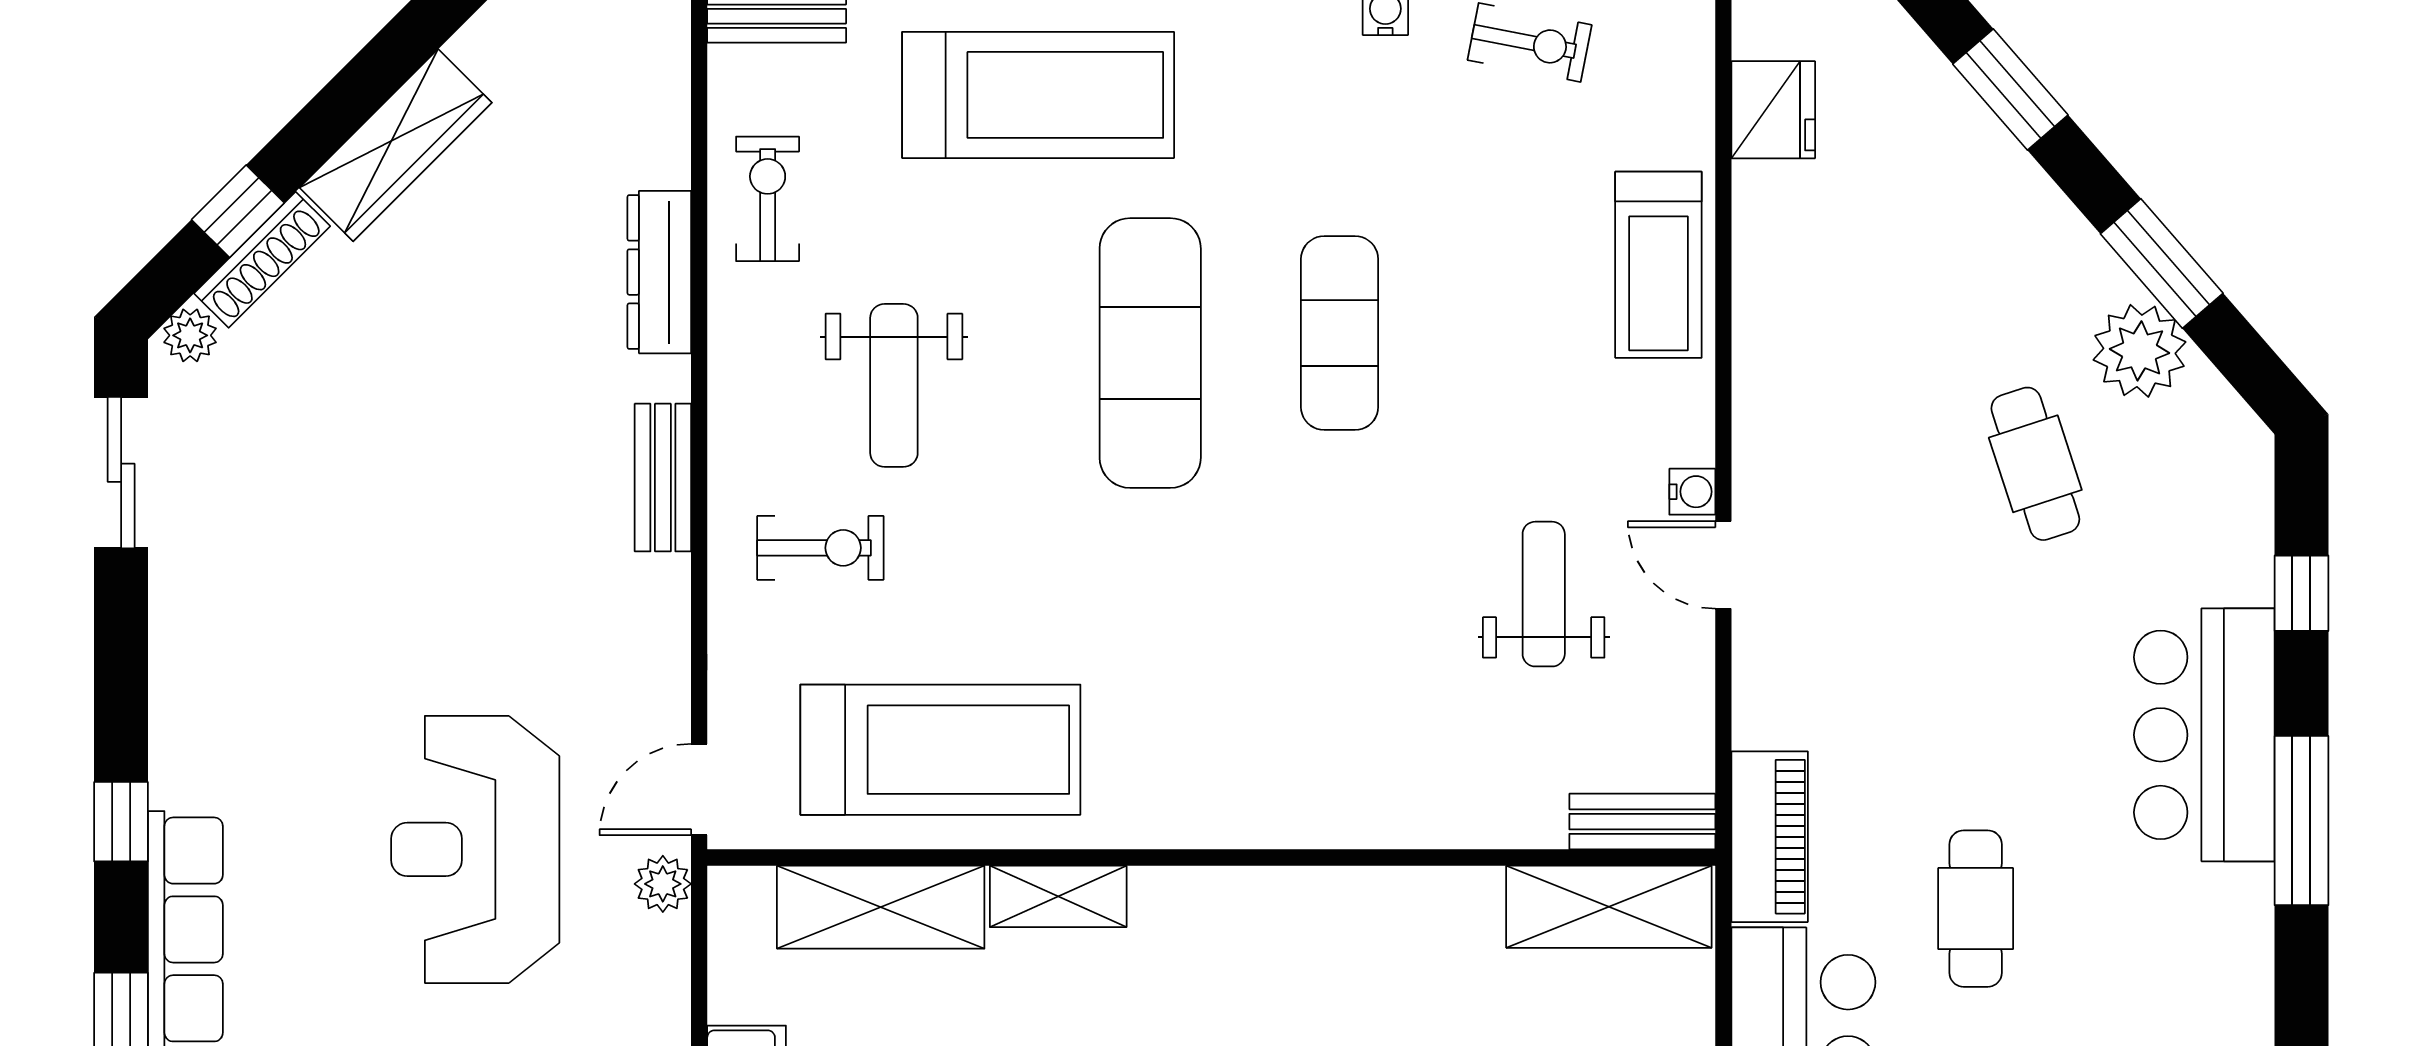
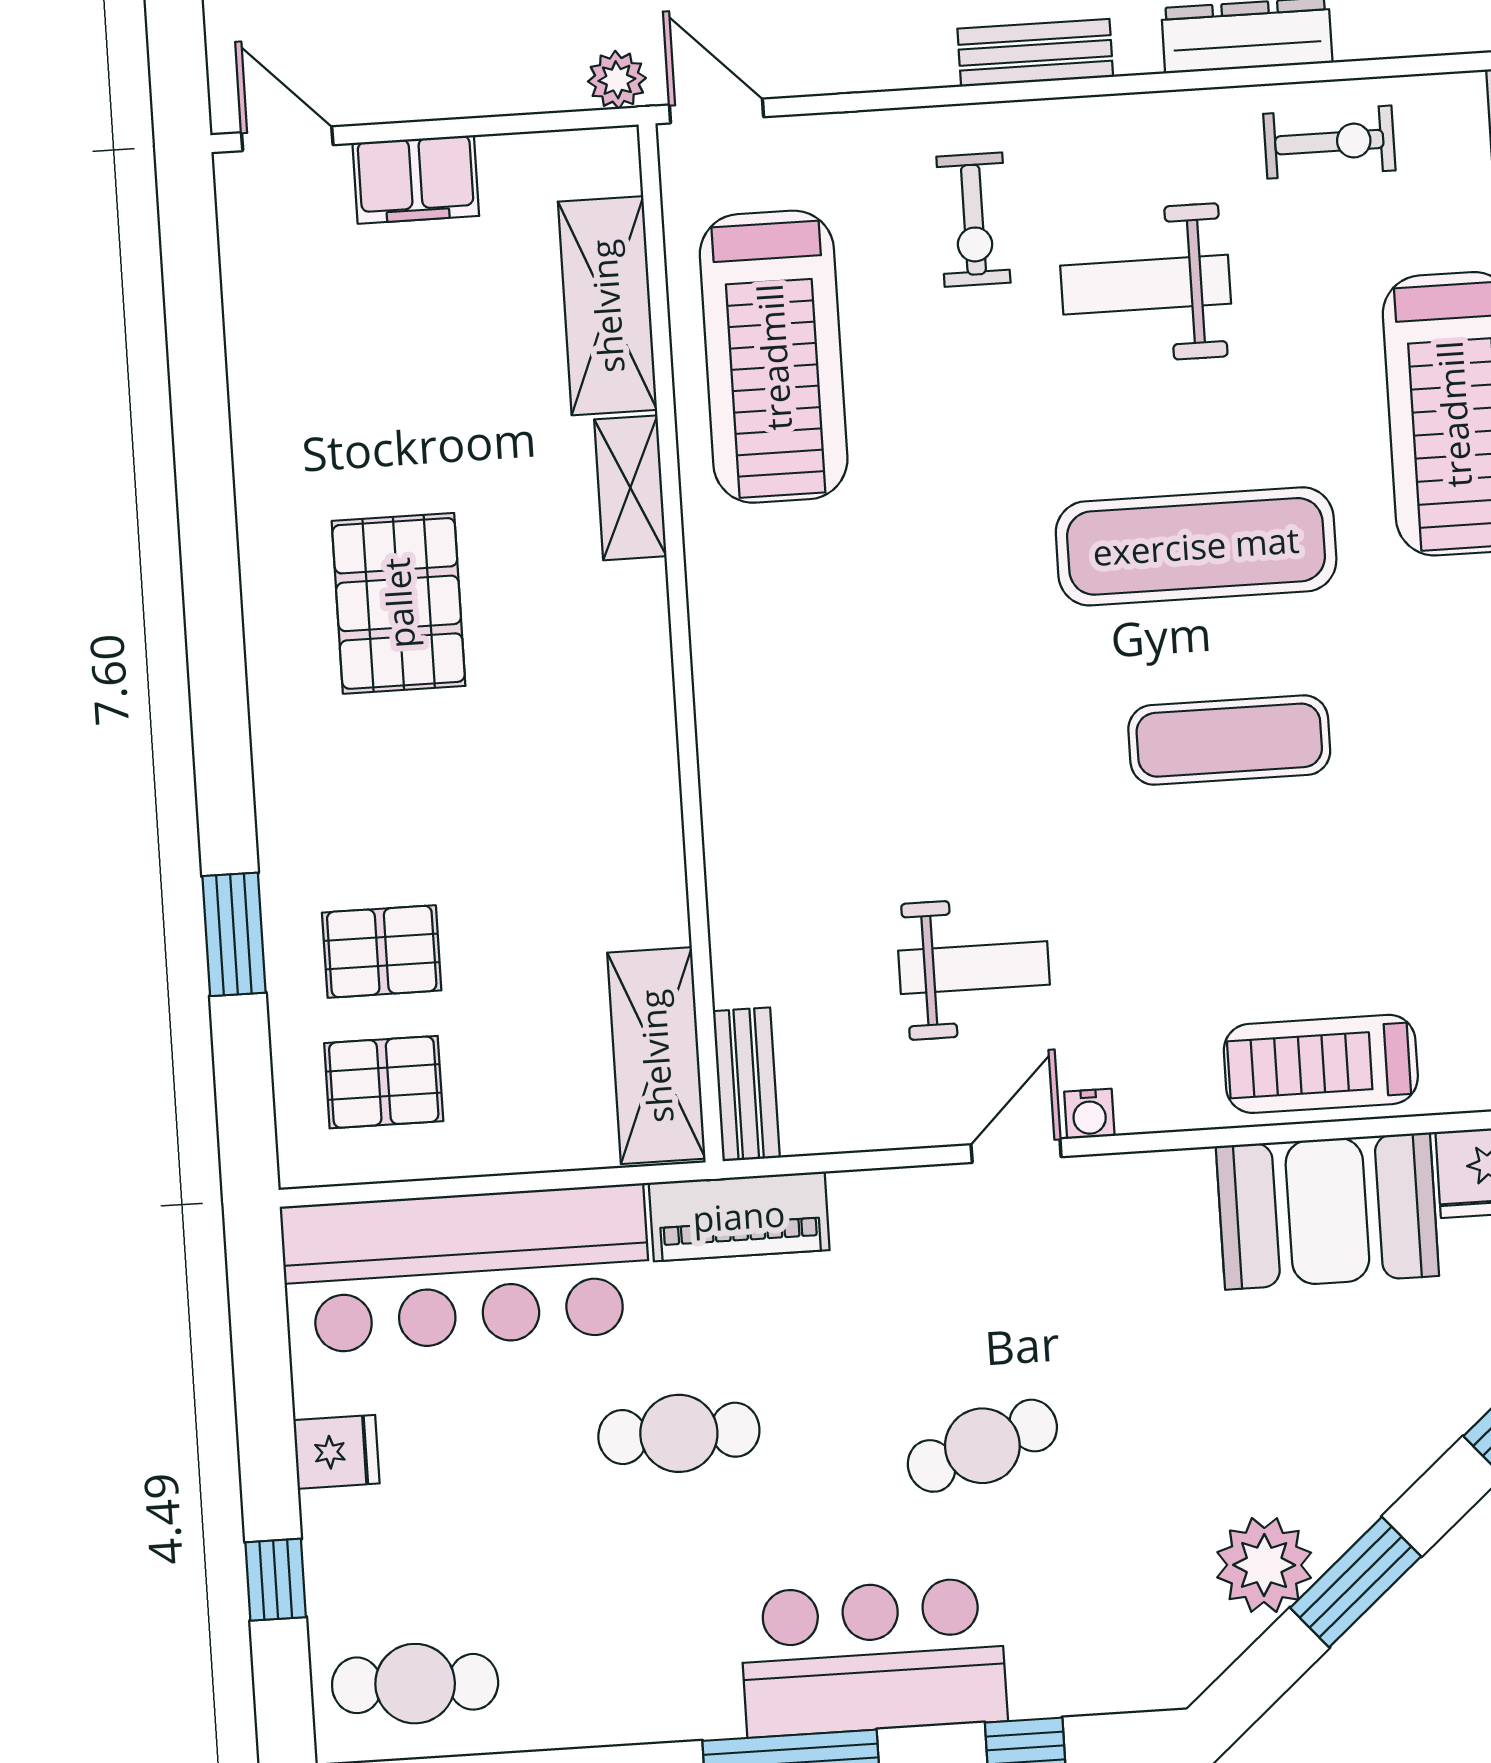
booth: (1801, 268) -> (1327, 1211), added
cafe table: (2035, 464) -> (982, 1446), moved

